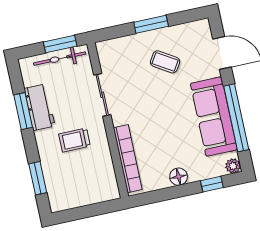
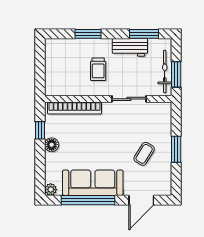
window: (23, 111) -> (144, 34), moved
trolley: (75, 140) -> (98, 69), turned 180
window: (38, 178) -> (88, 34), moved
window: (212, 184) -> (40, 130), moved

